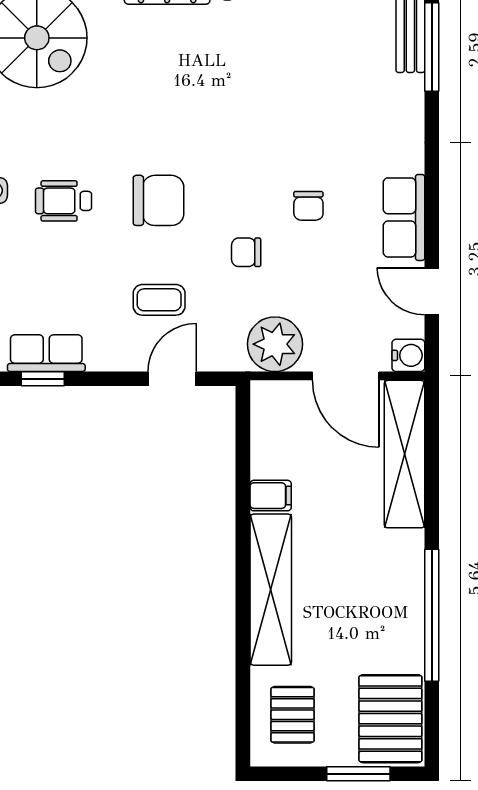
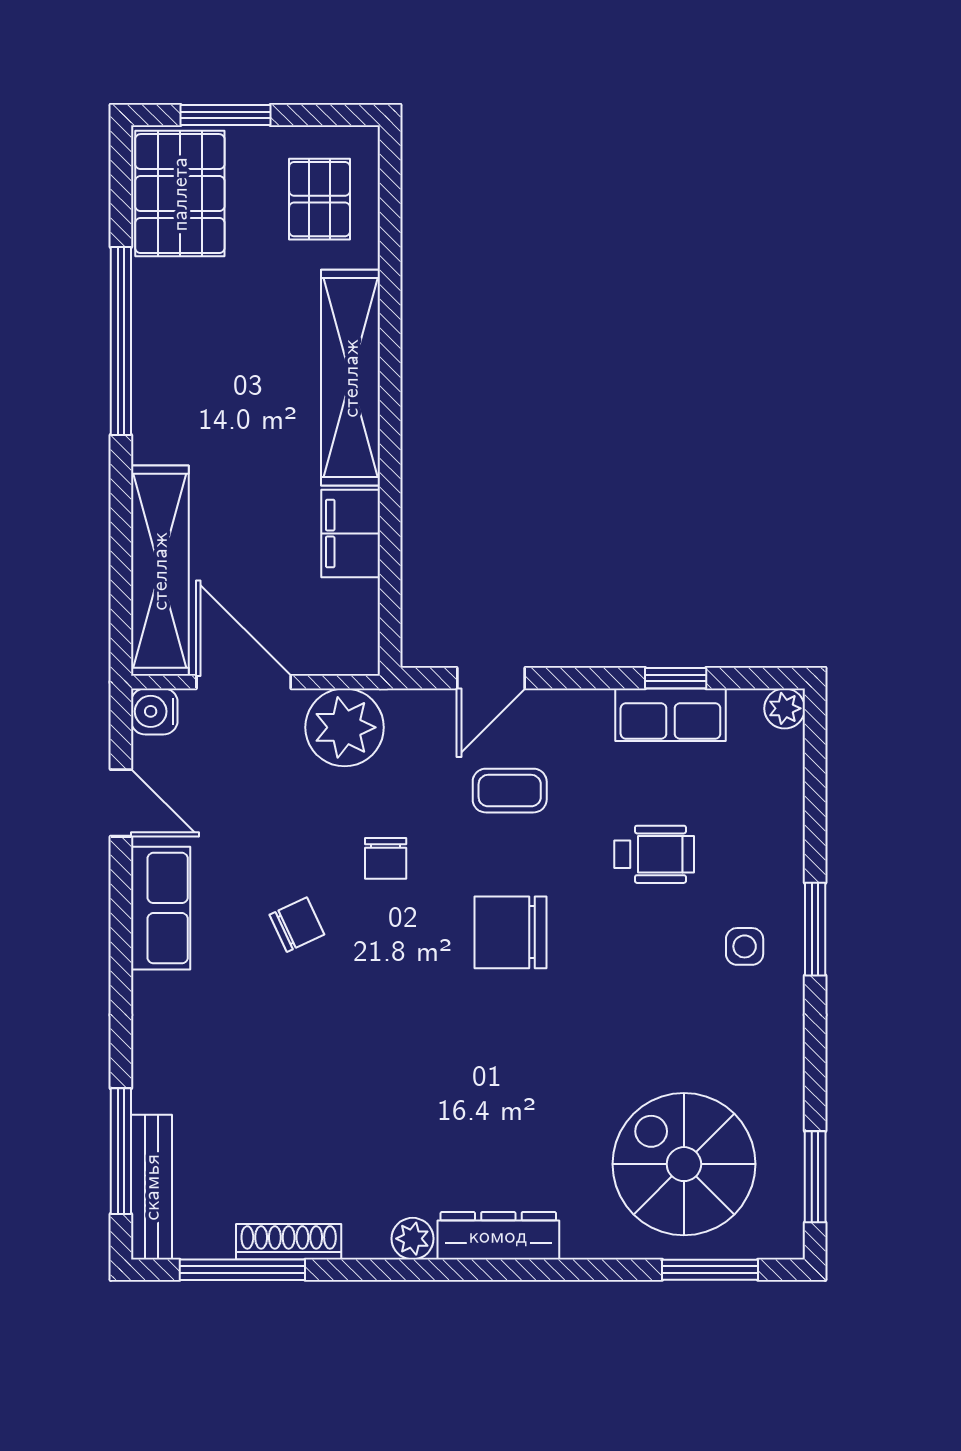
wheelchair: (64, 201) -> (654, 854), moved
chair: (308, 206) -> (297, 925), turned 65
chair: (246, 252) -> (386, 858), turned 90
filing cabinet: (271, 496) -> (351, 534), width x2.00

